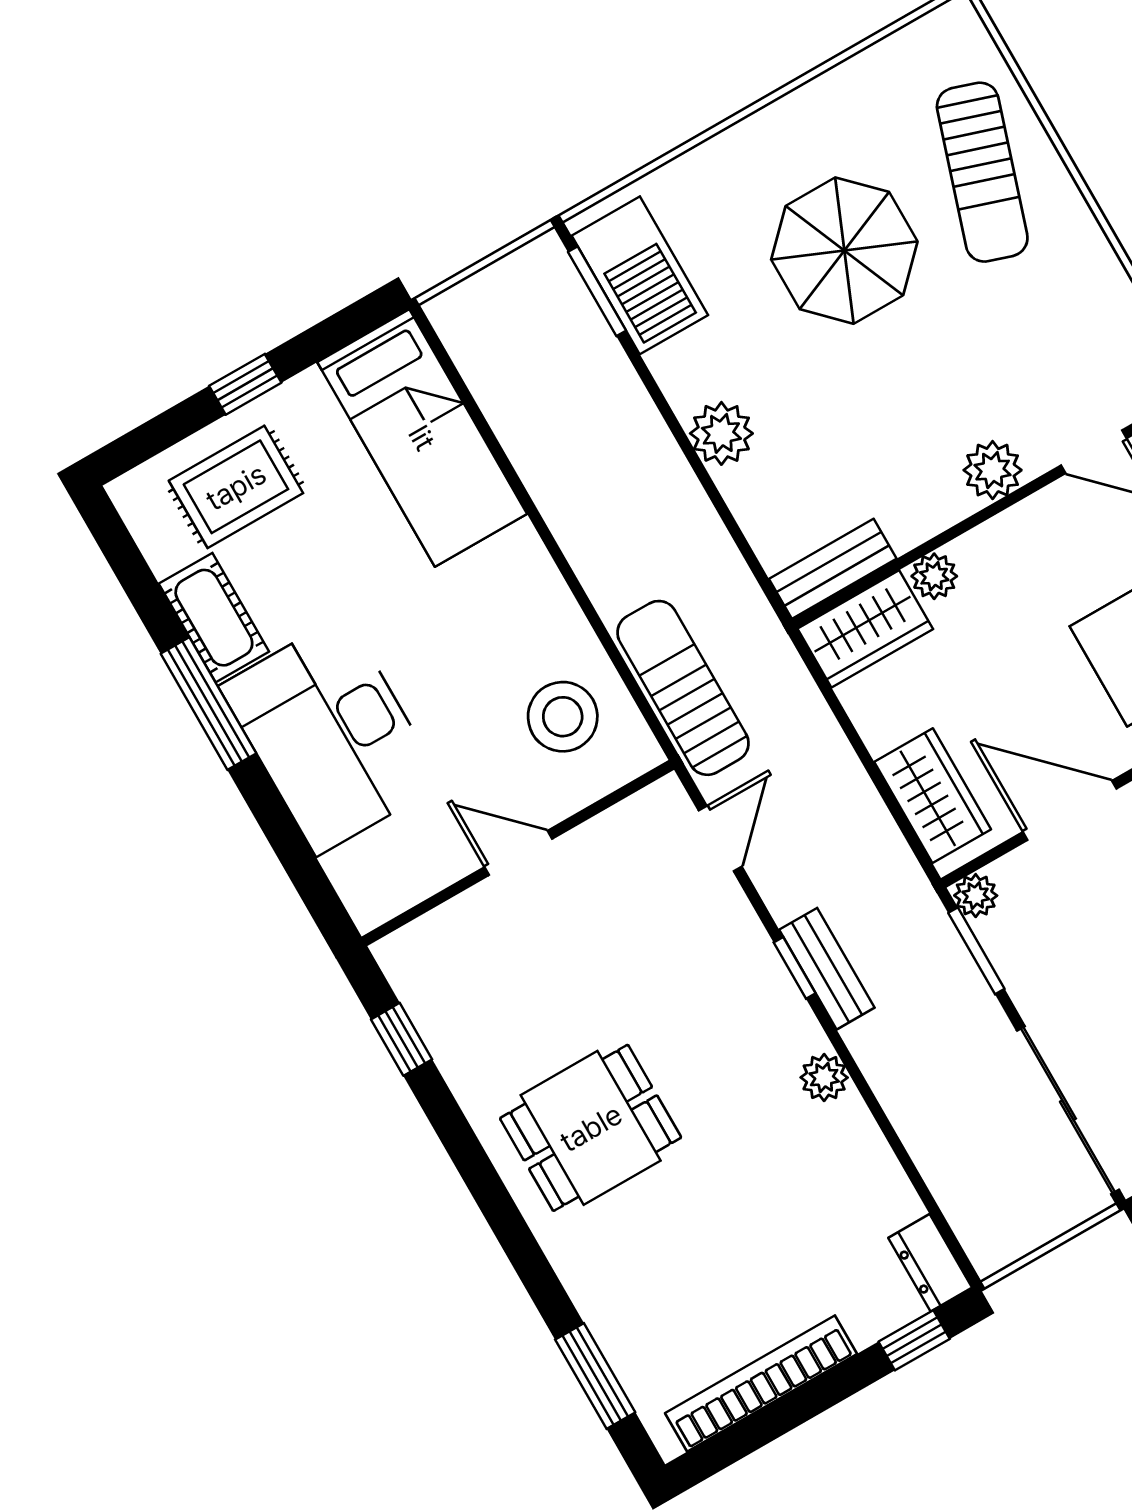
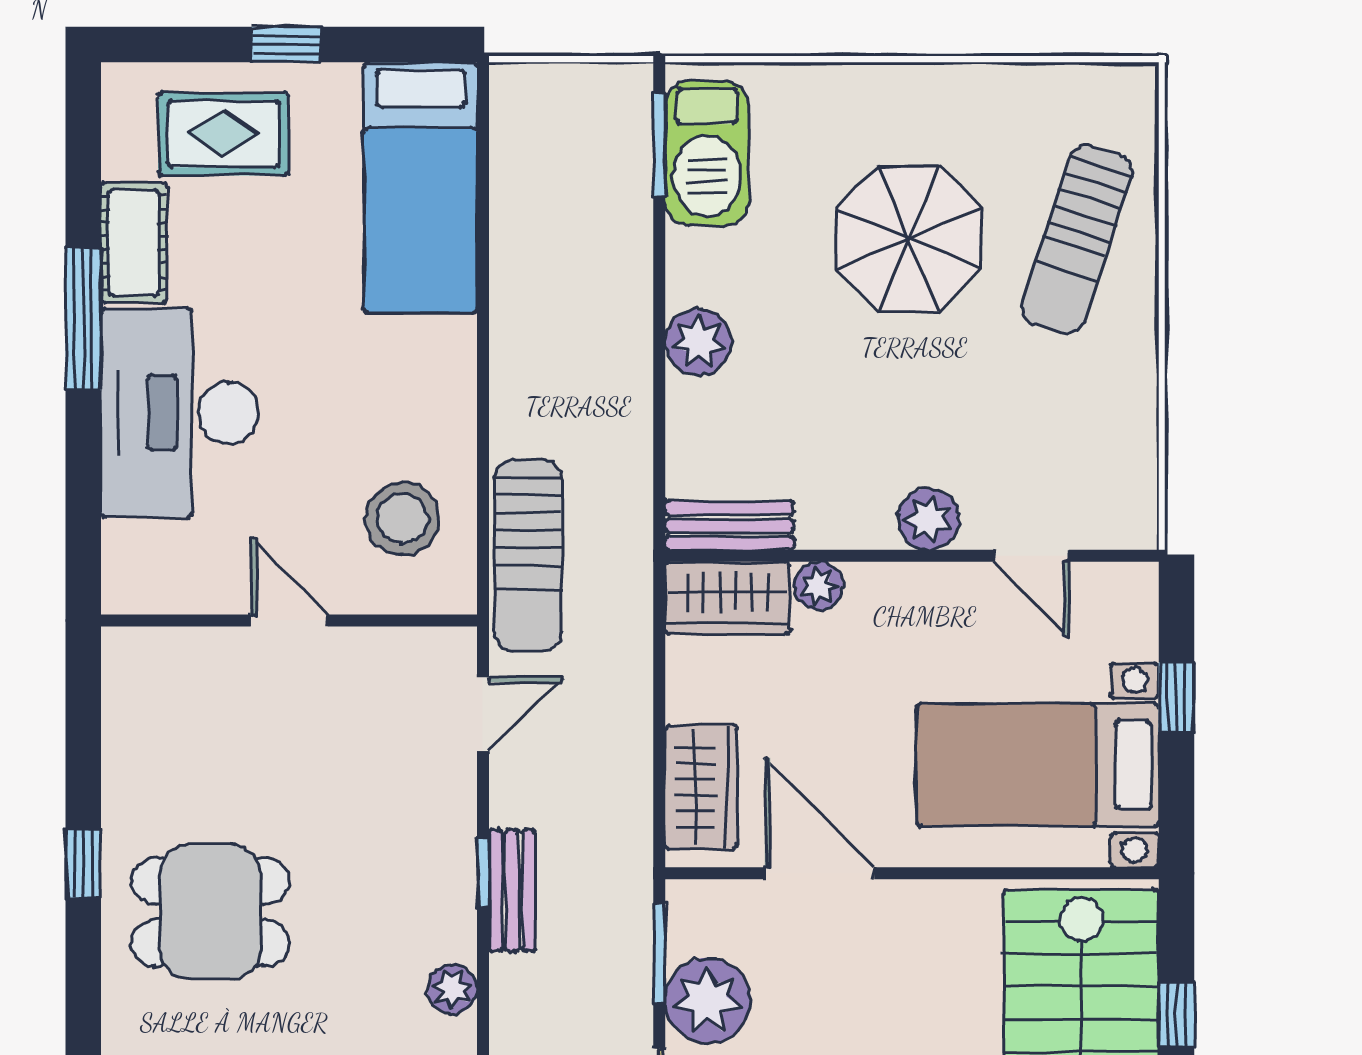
sun lounger: (683, 688) -> (528, 556), turned 180
plant: (976, 896) -> (708, 1000), moved, width x1.88, depth x1.88
window: (402, 1039) -> (83, 863), moved

